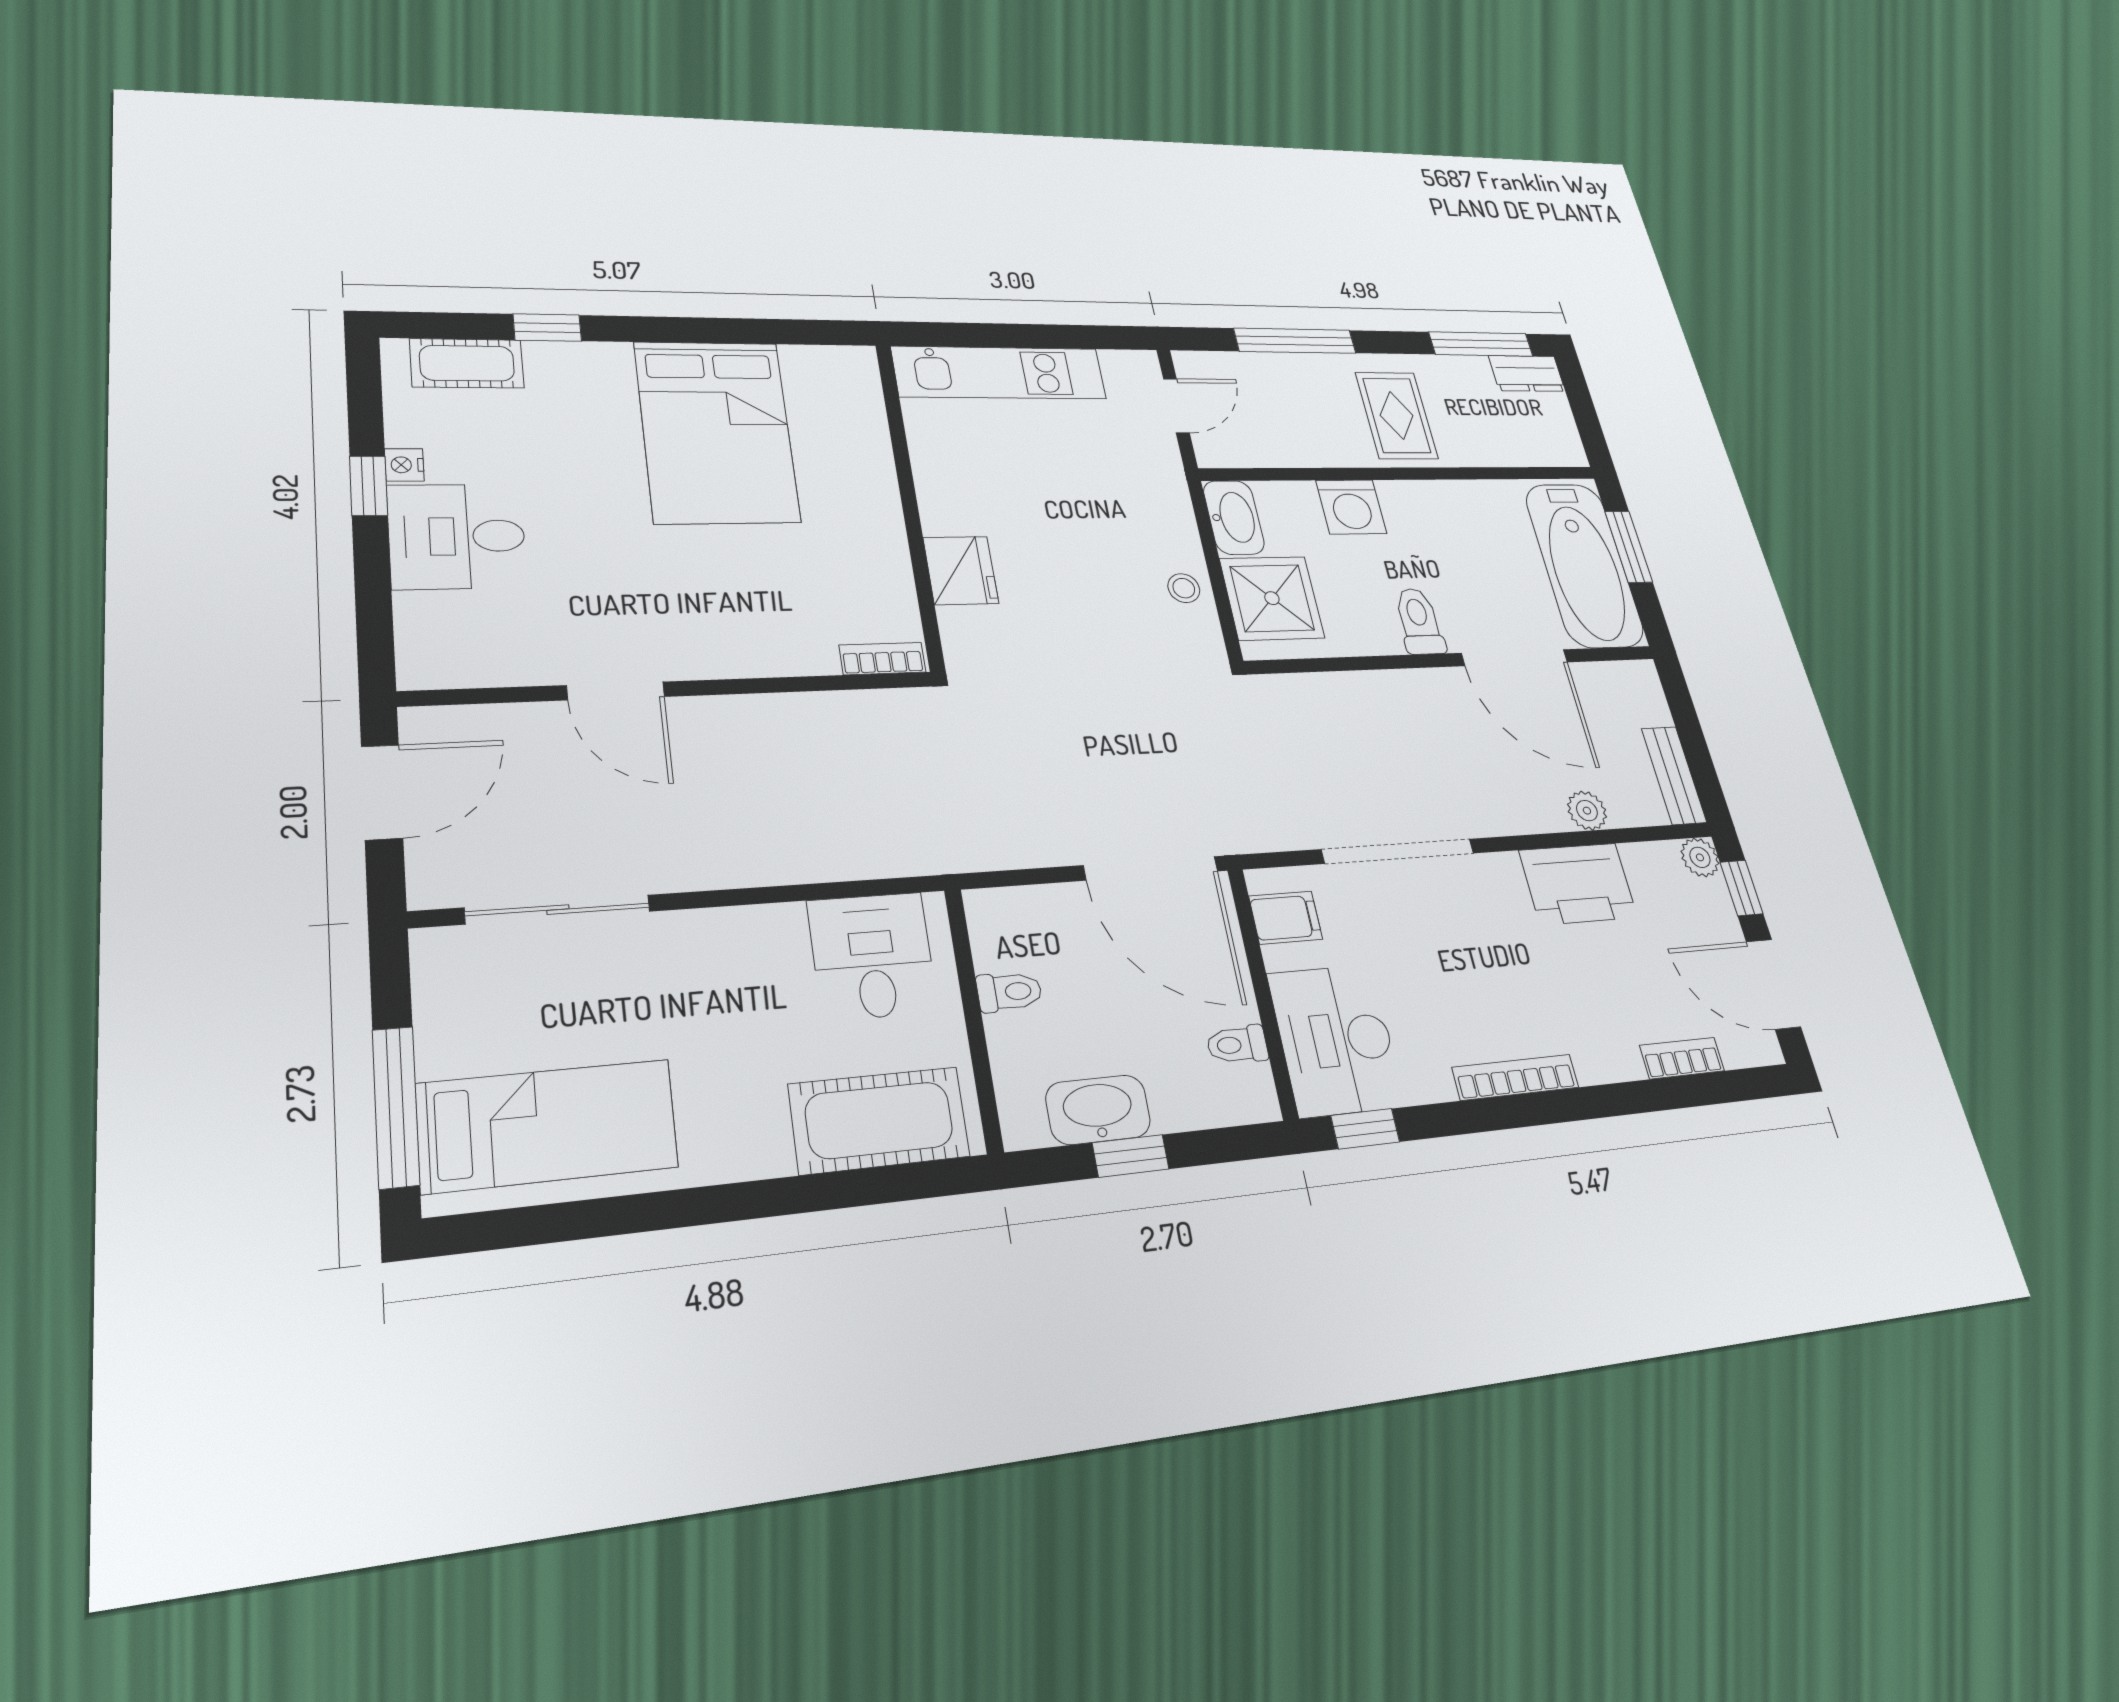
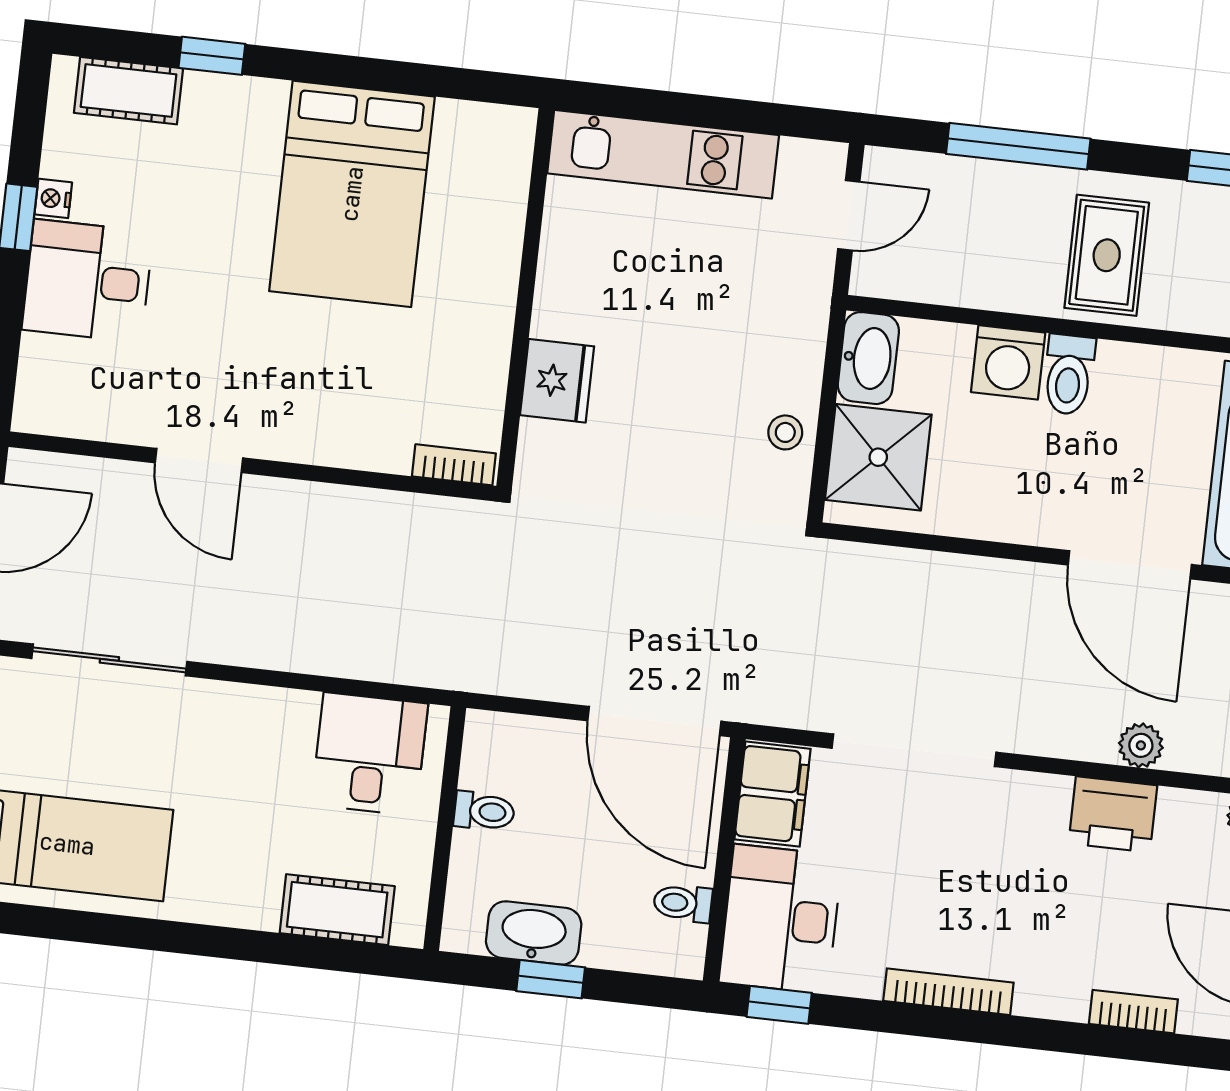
toilet: (1419, 621) -> (1069, 375), moved, turned 180
printer: (1578, 884) -> (1113, 814), width x0.73, depth x0.84
filing cabinet: (1286, 918) -> (772, 794), width x2.00
cot: (879, 1120) -> (337, 910), width x0.73, depth x0.75

